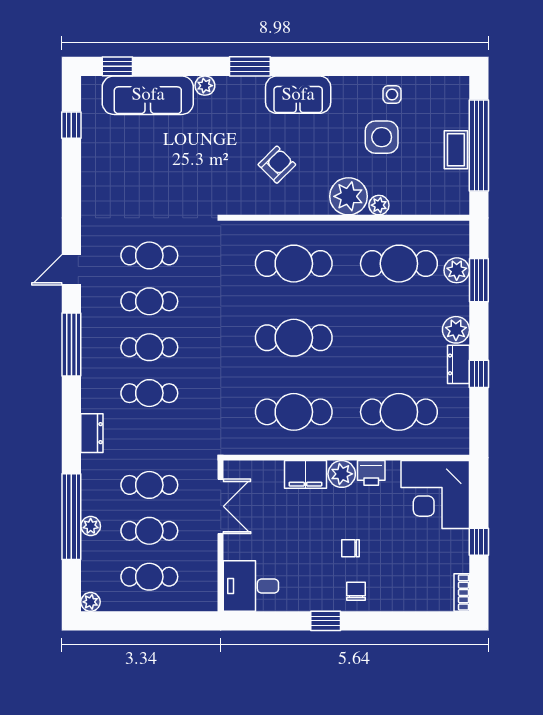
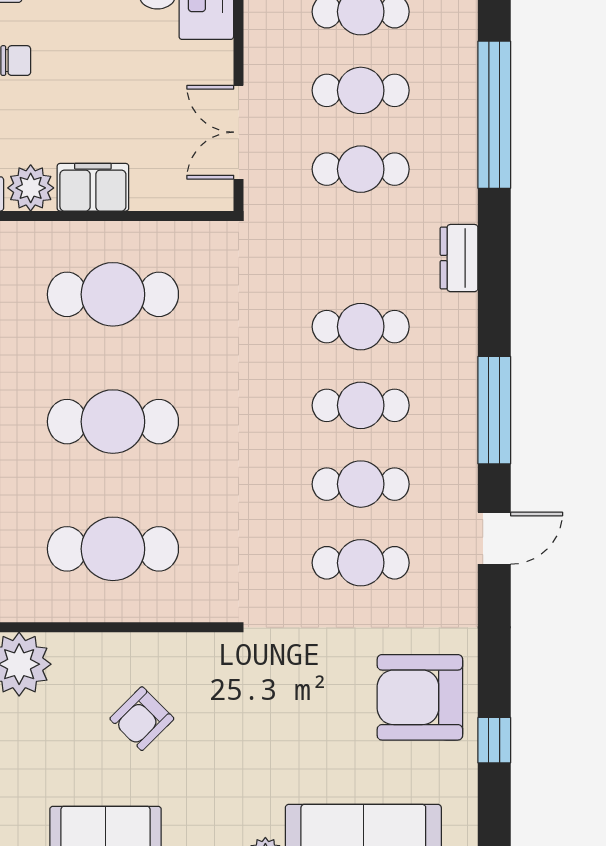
window: (71, 125) -> (494, 740), moved
armchair: (115, 177) -> (420, 697), added
plant: (91, 526) -> (461, 99), removed

